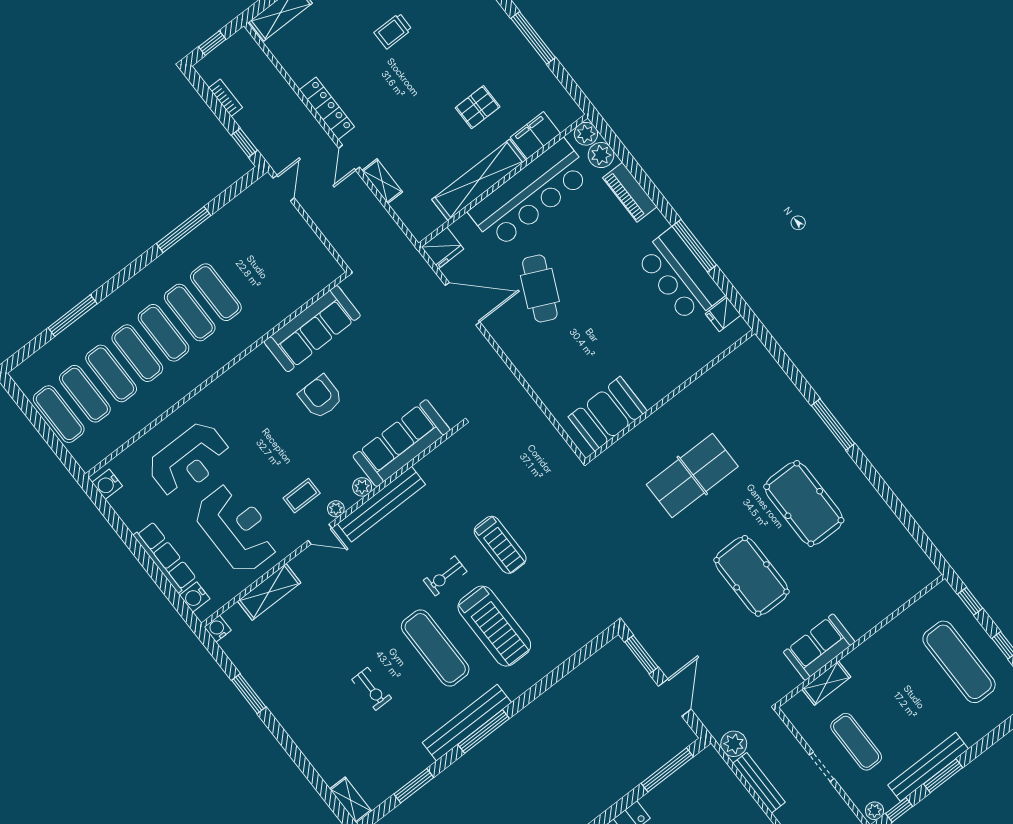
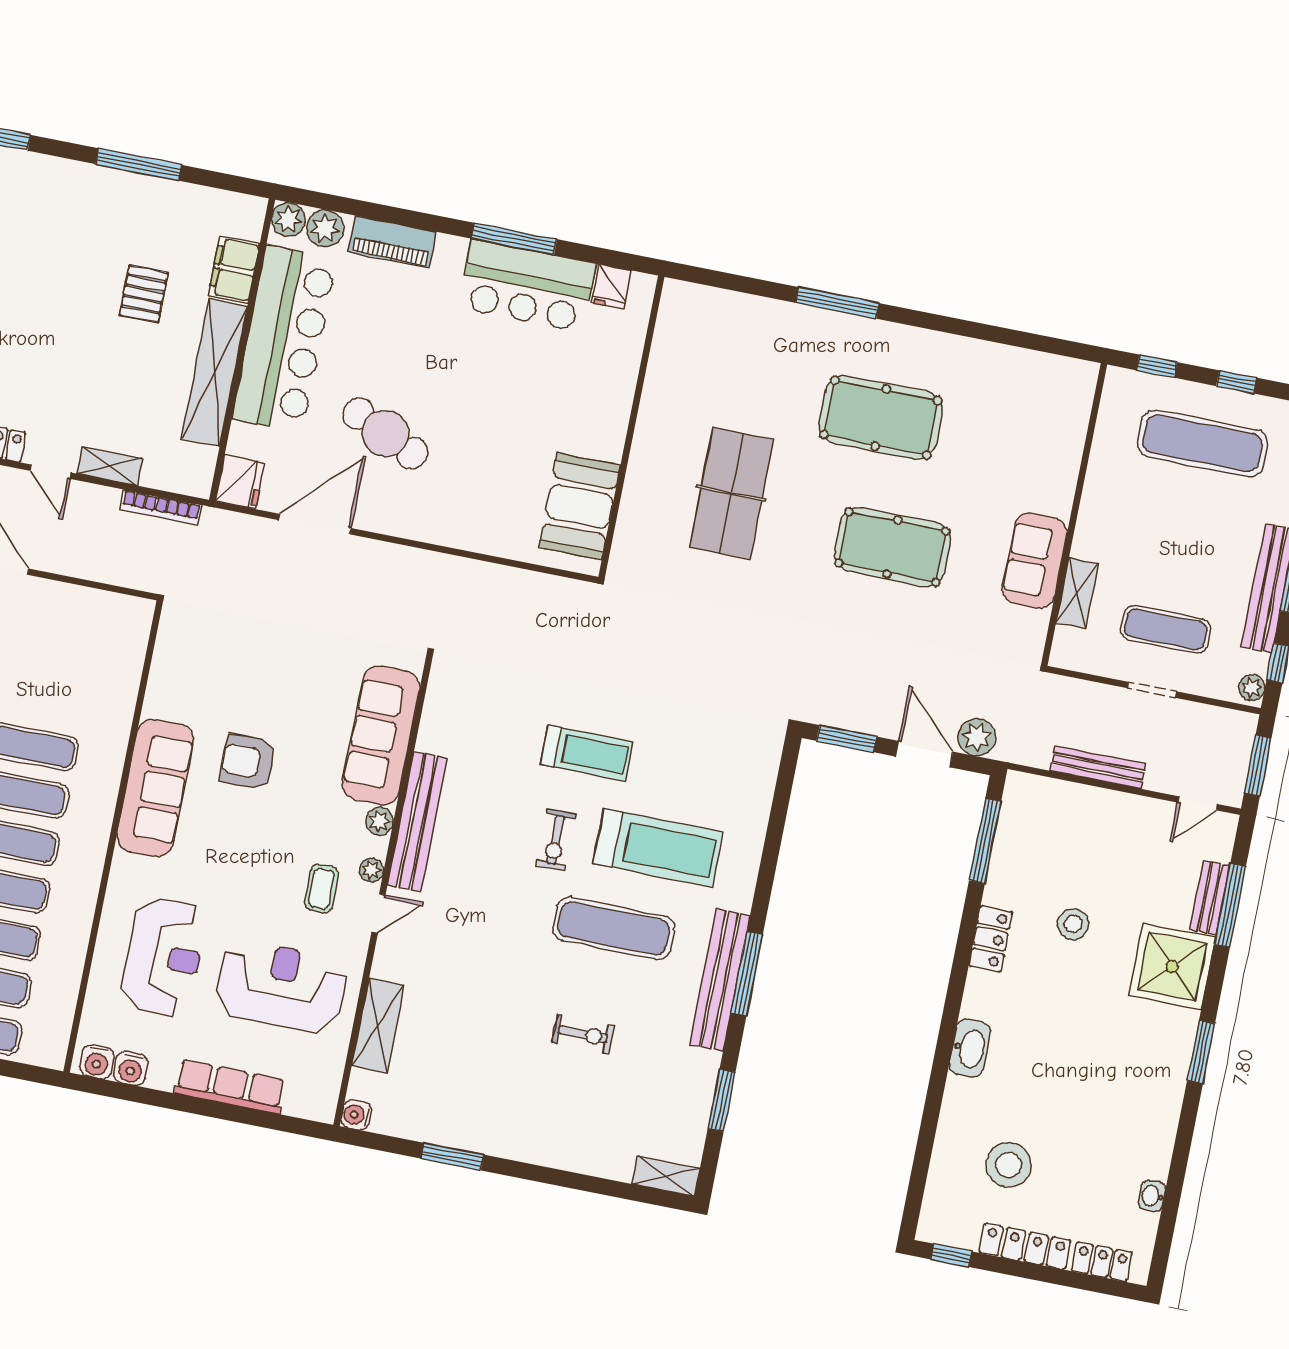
bookcase: (390, 226) -> (161, 507), added
sofa: (312, 329) -> (155, 788), moved
water cooler: (195, 597) -> (131, 1068), moved
plant: (734, 744) -> (977, 737), moved

